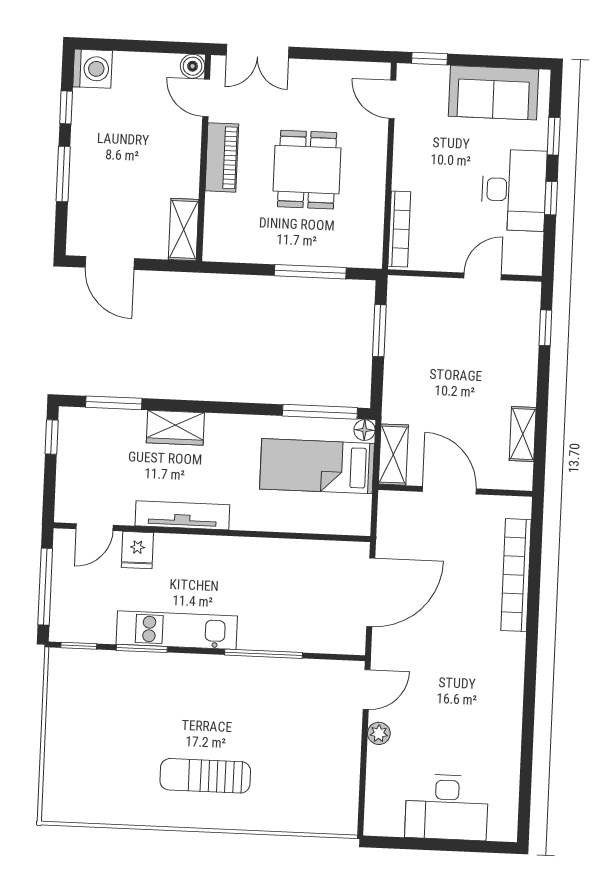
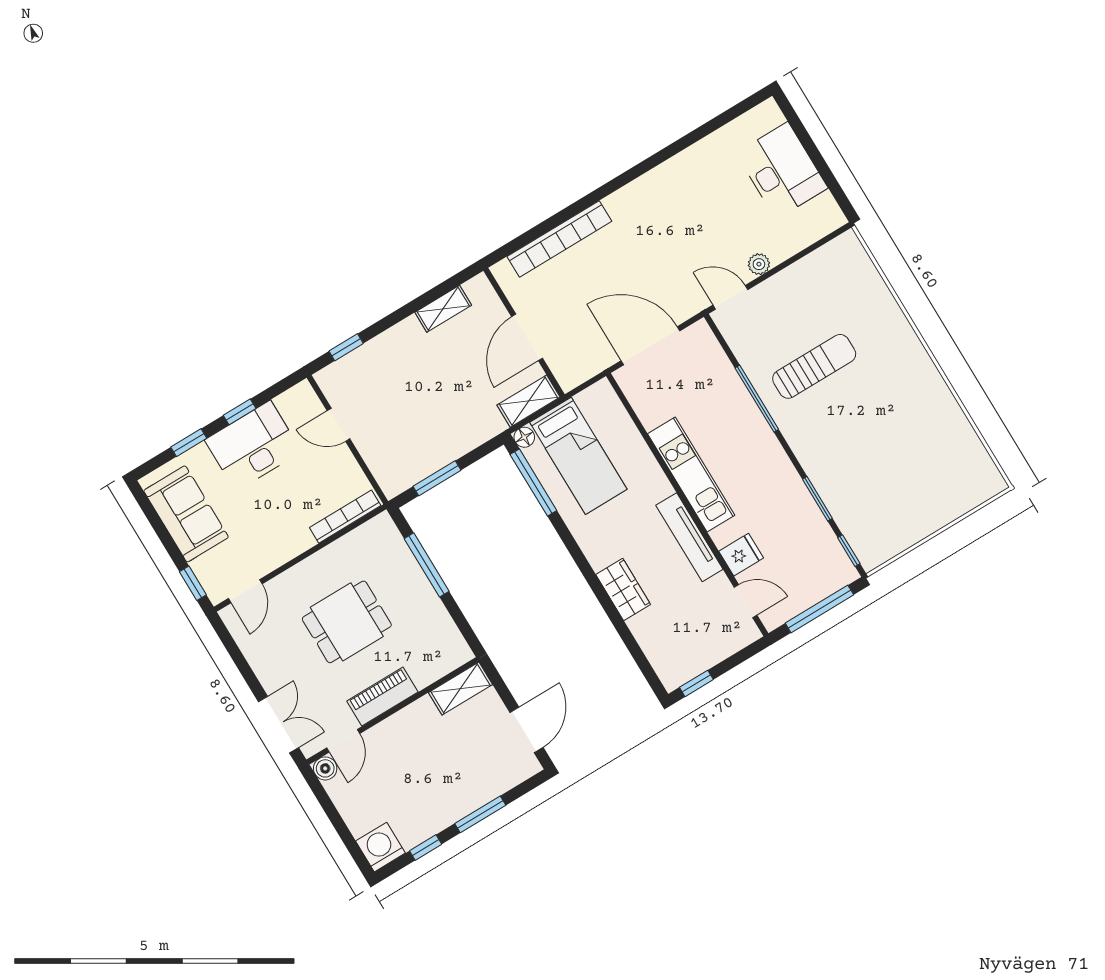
window: (114, 403) -> (636, 652), removed
kitchen unit: (177, 630) -> (691, 474), moved, turned 180
sun lounger: (205, 776) -> (814, 366), moved, turned -90

